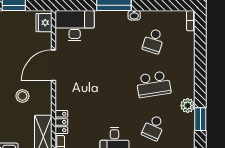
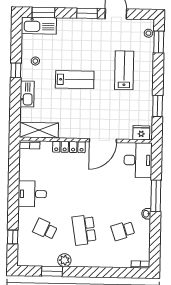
school desk: (153, 41) -> (123, 231), turned -36
door: (54, 65) -> (103, 141), swing flipped
stool: (22, 96) -> (76, 112), removed
locker: (61, 122) -> (69, 147), moved, width x1.53

